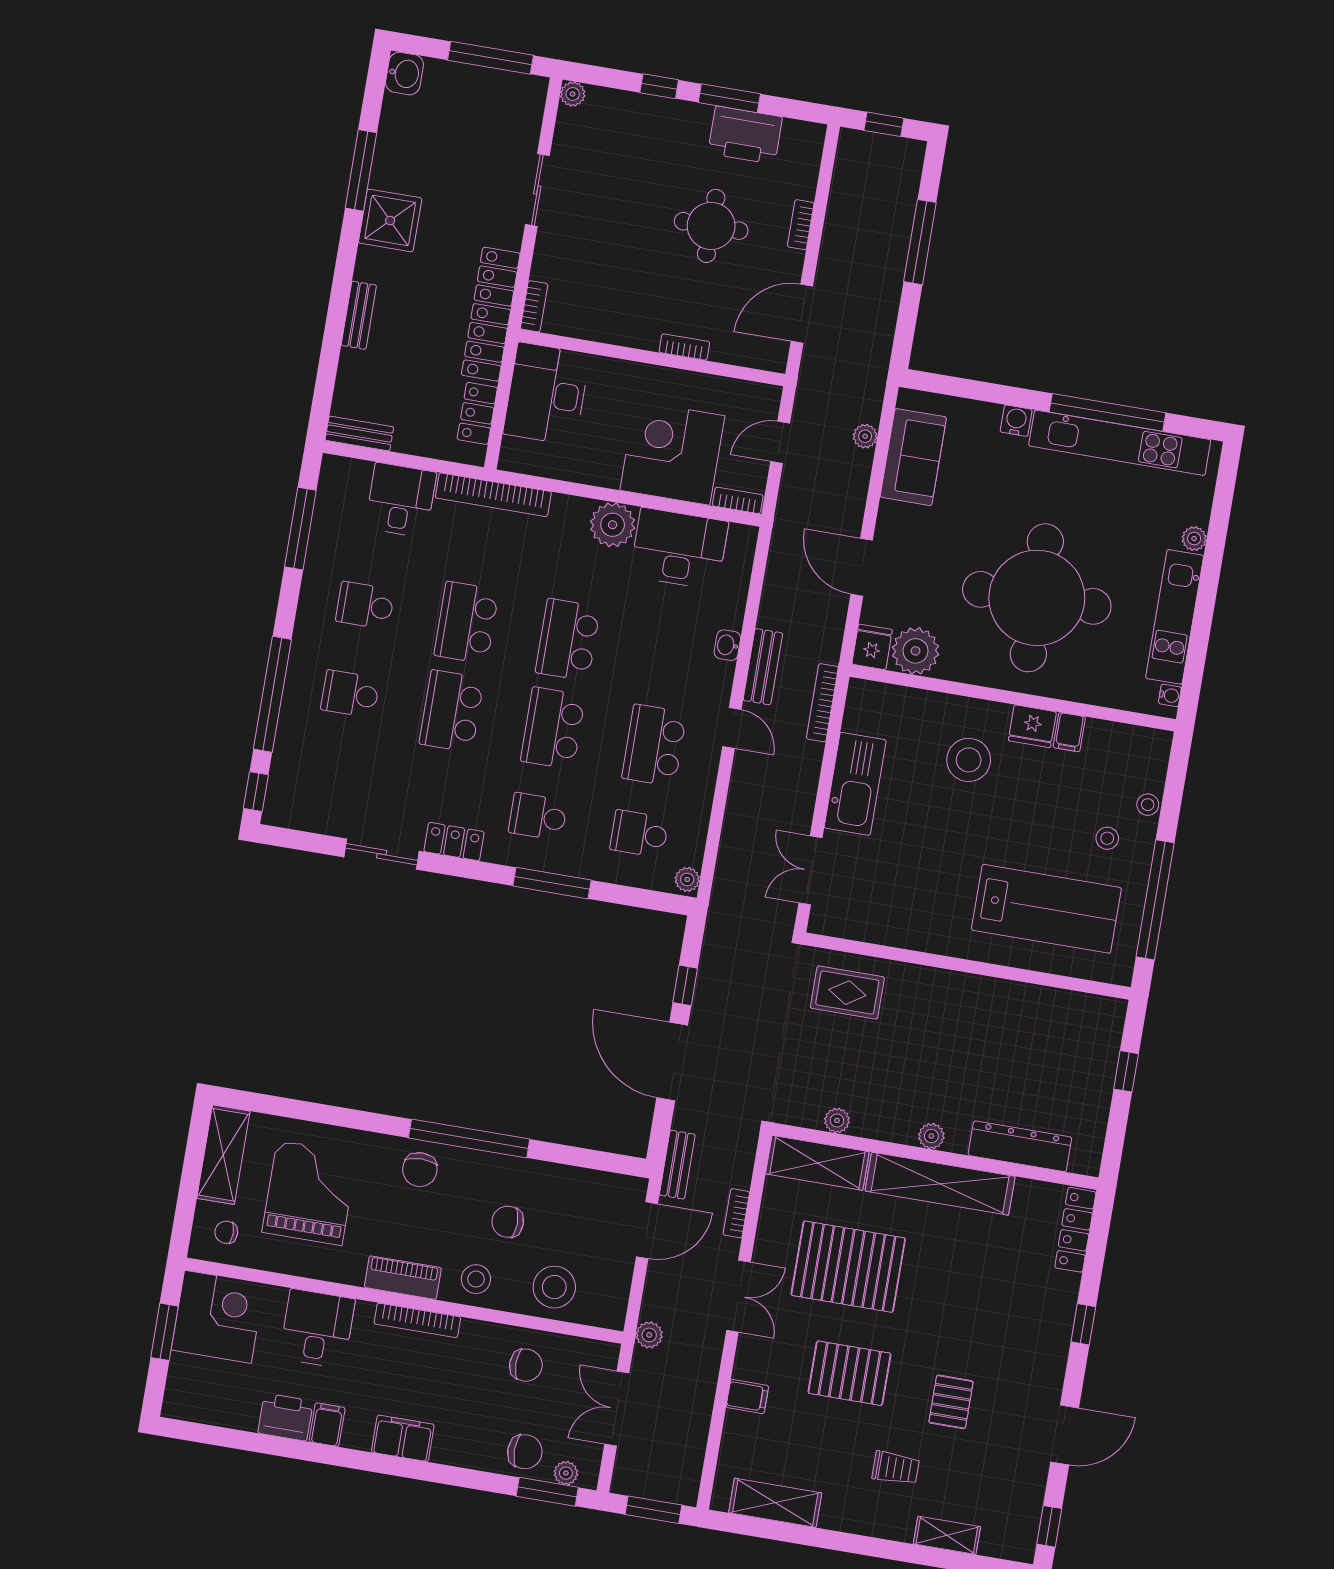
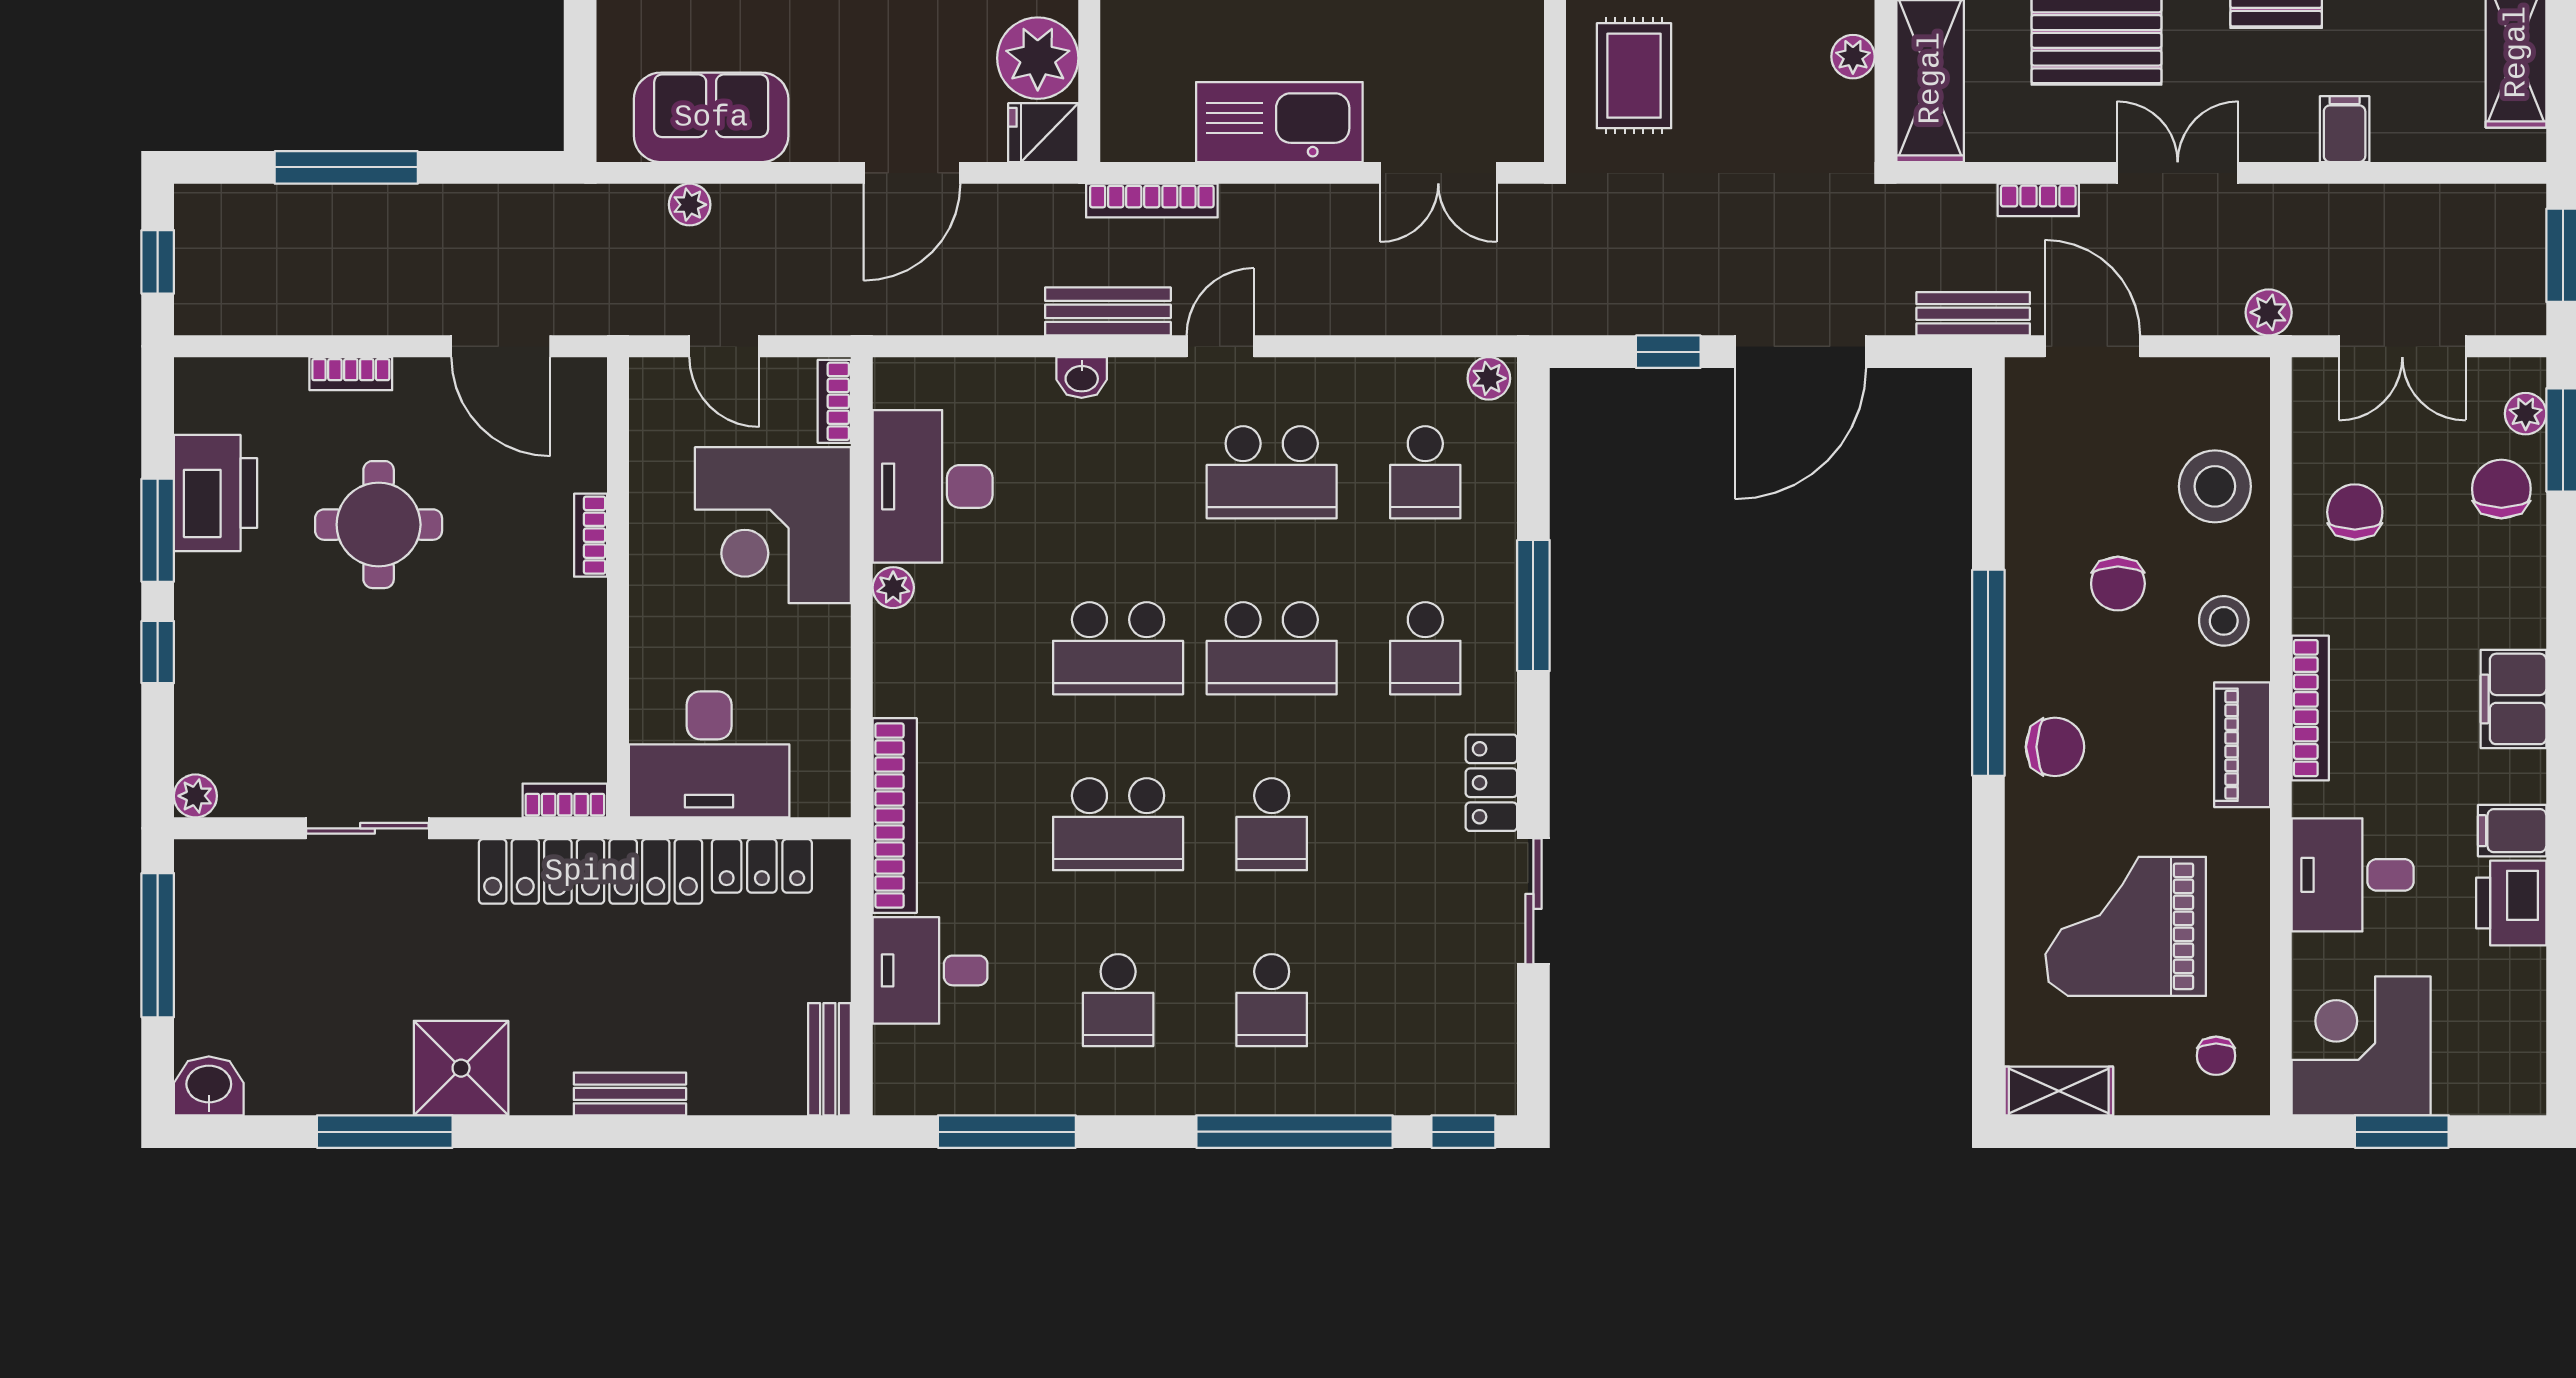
plant: (613, 525) -> (893, 588), width x0.53, depth x0.53
school desk: (452, 711) -> (1272, 824), width x0.54
shelving: (223, 1155) -> (2059, 1091), width x0.67, depth x0.75

